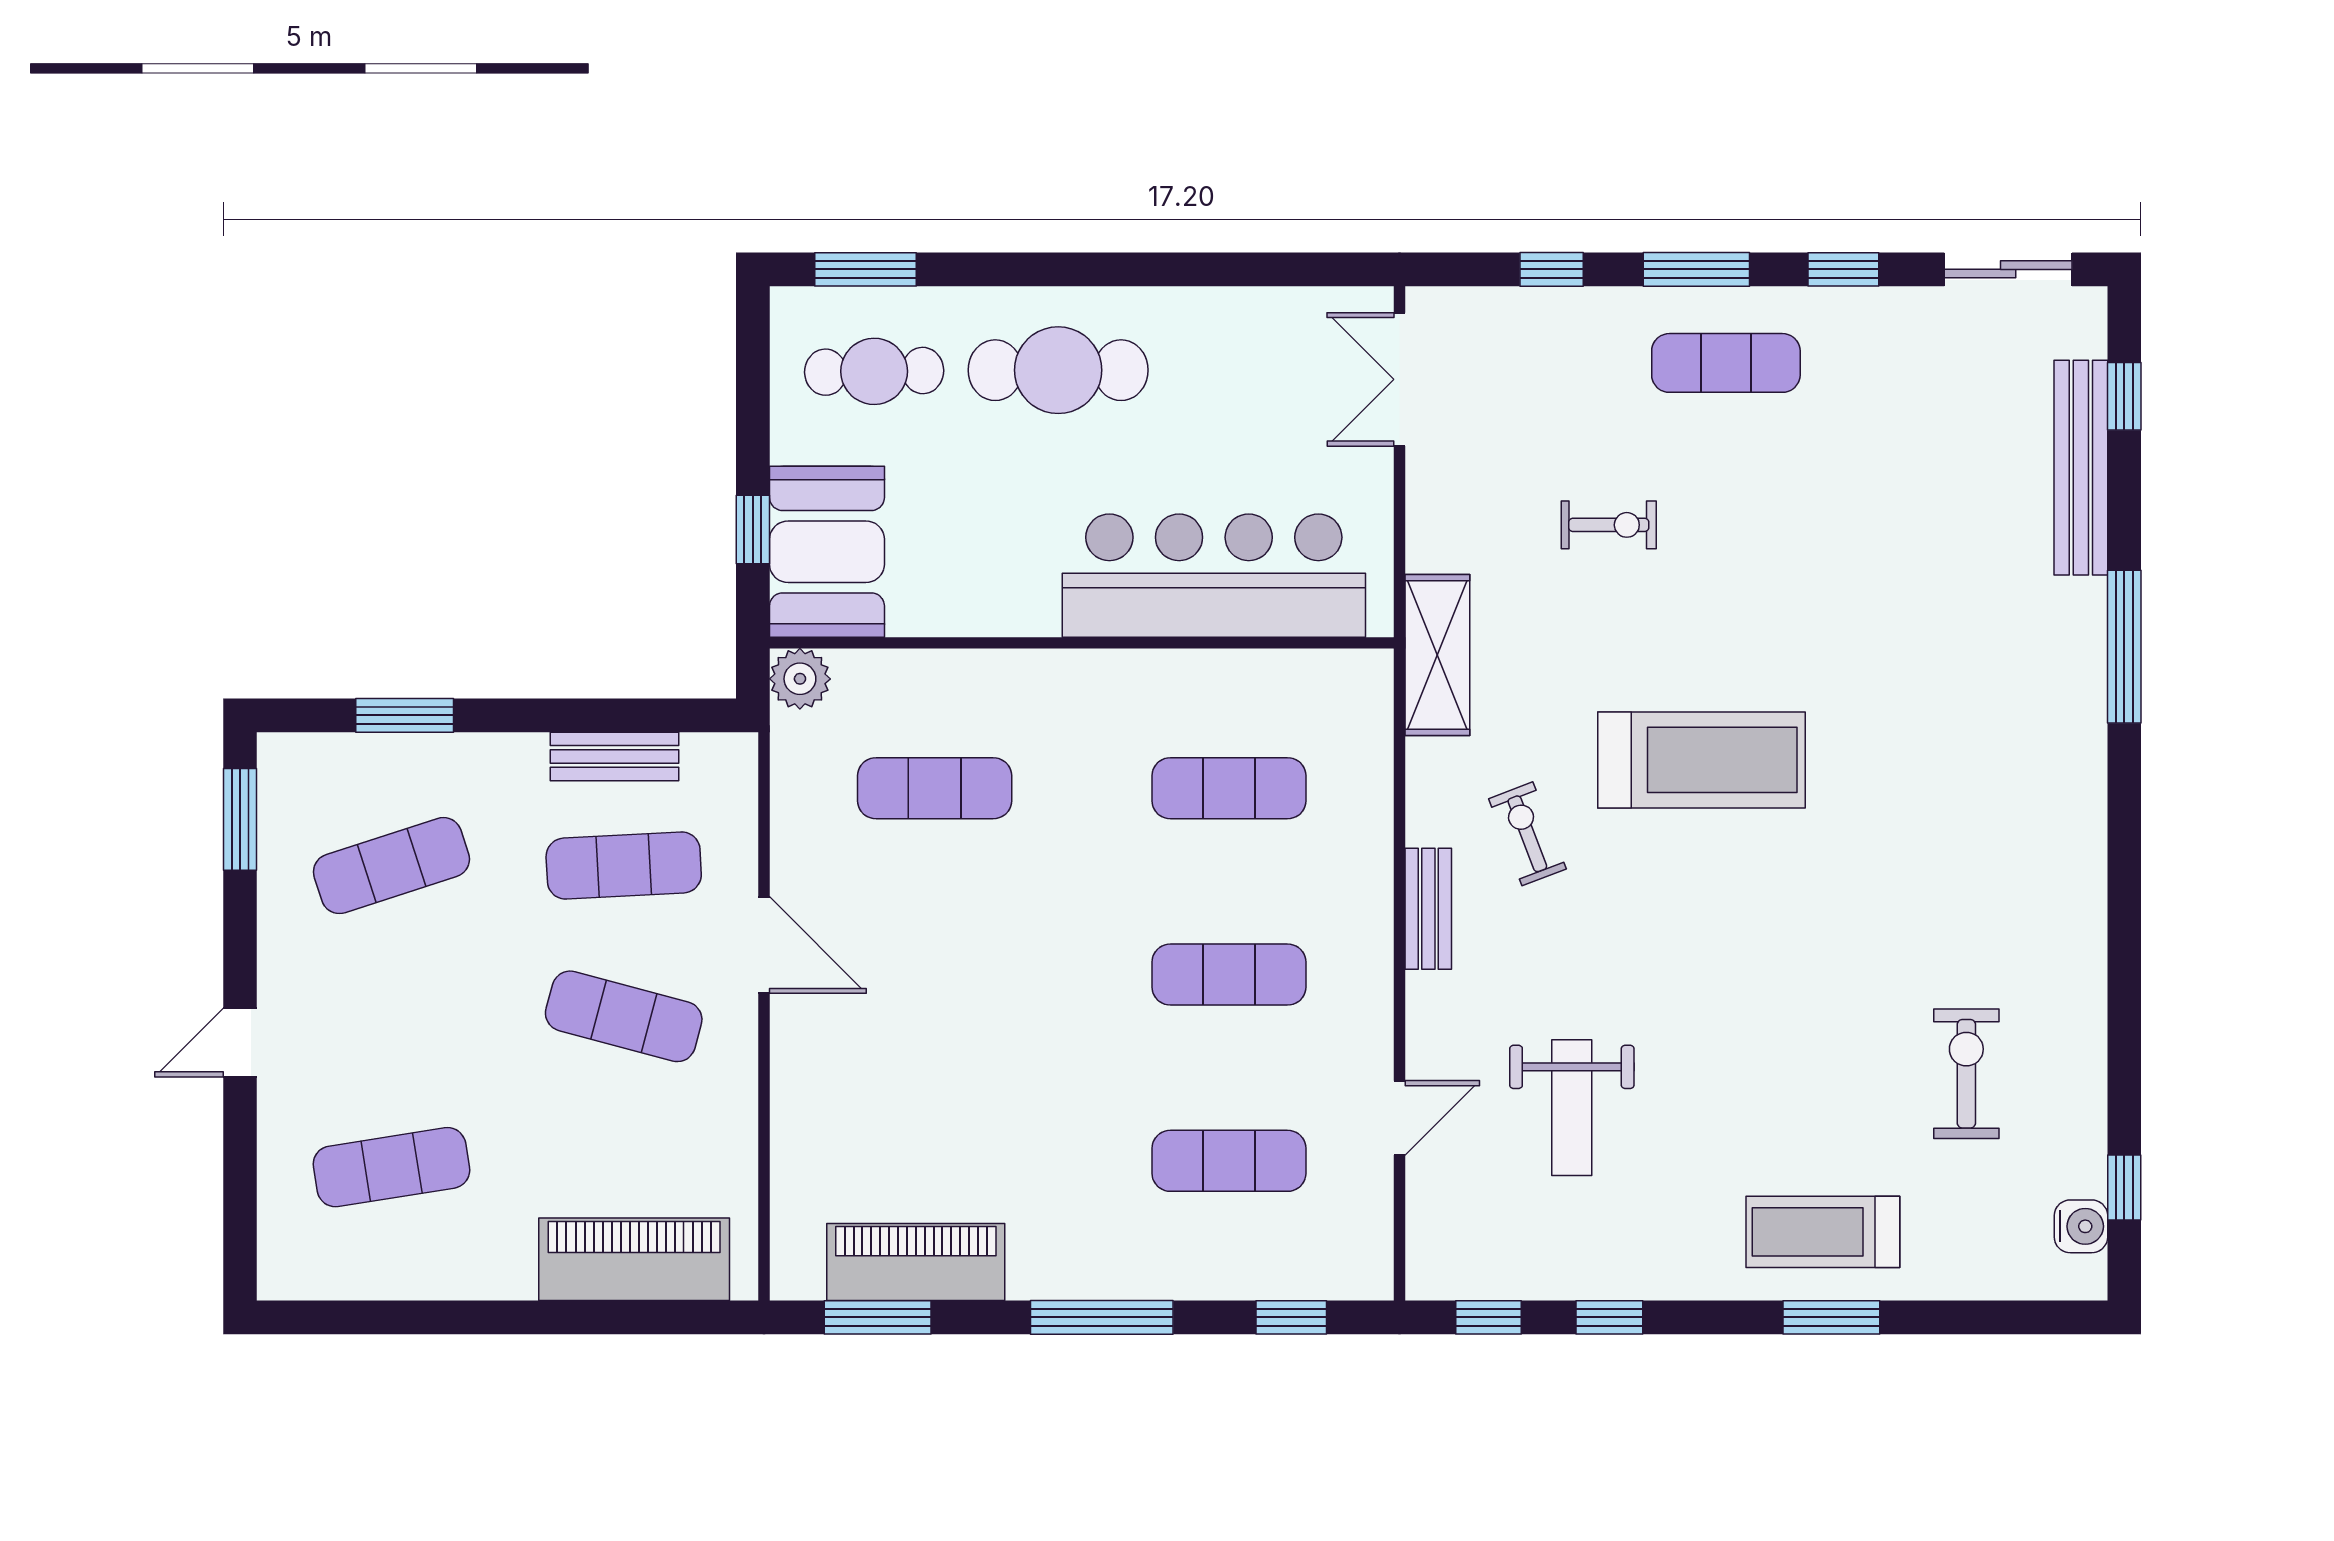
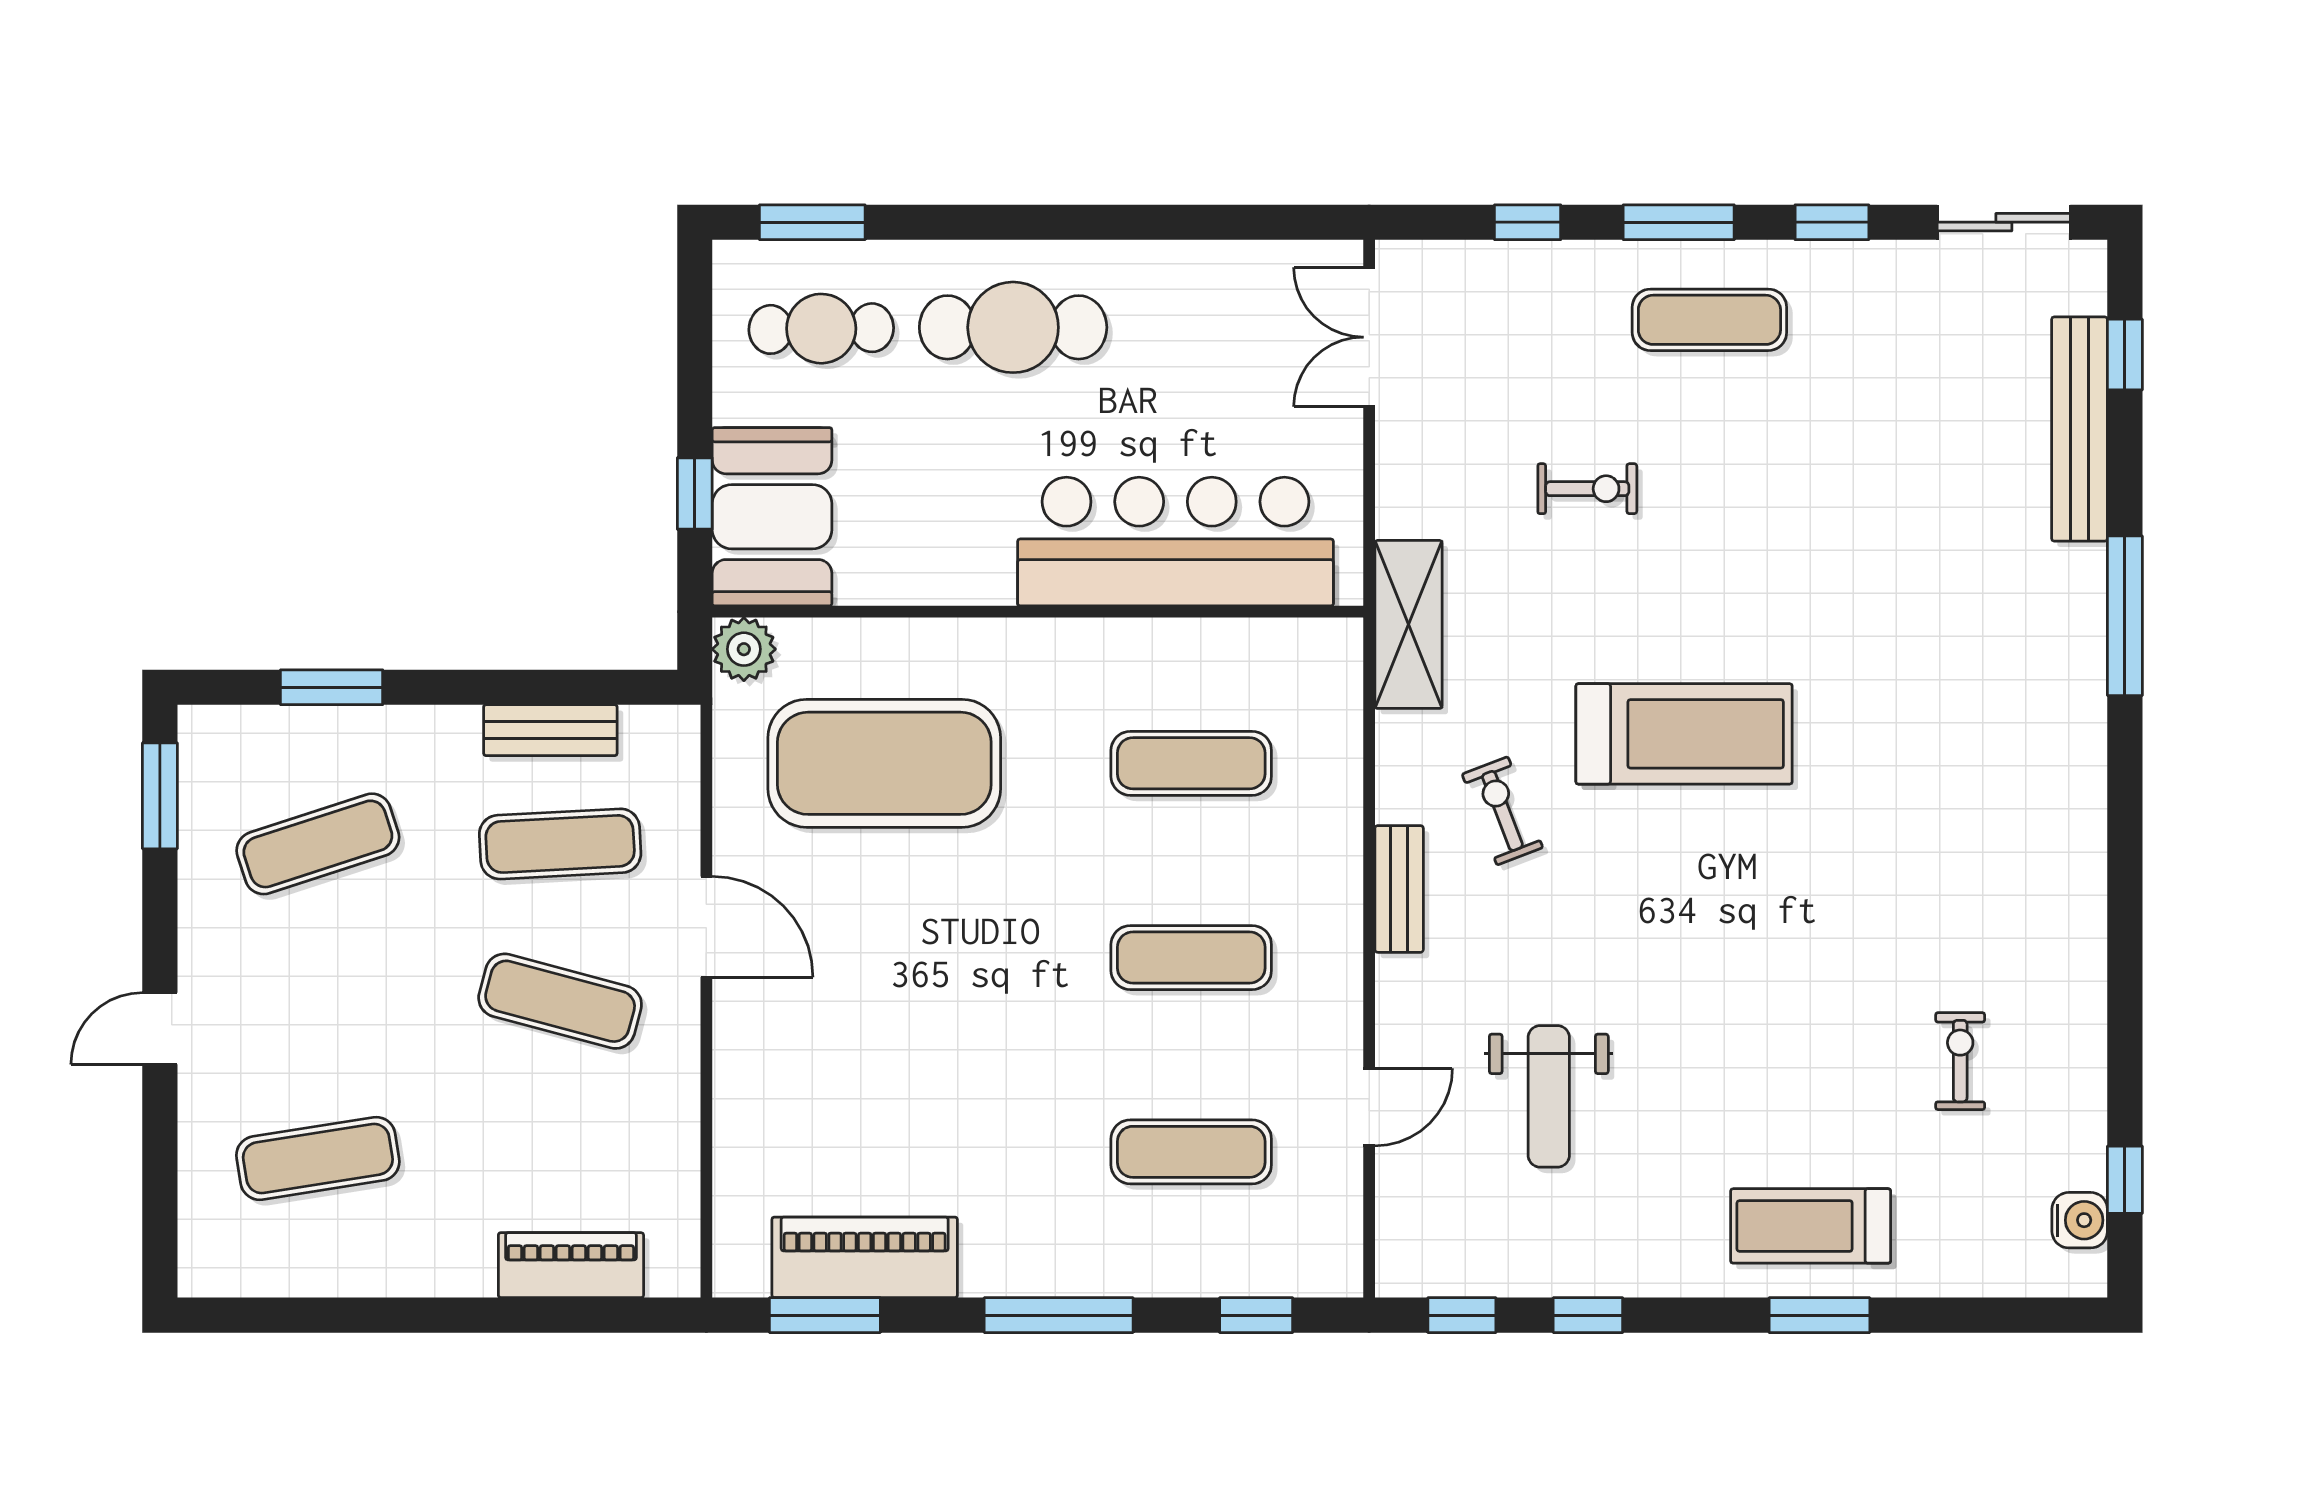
exercise mat: (935, 788) -> (884, 763), width x2.00, depth x1.45
exercise bike: (1966, 1074) -> (1960, 1061), width x0.73, depth x0.72
piano: (634, 1259) -> (571, 1265), width x0.73, depth x0.75

